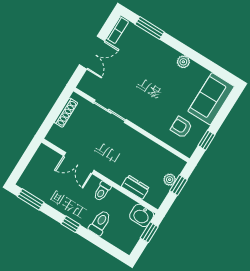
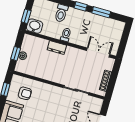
double door: (79, 163) -> (98, 52), moved
dresser: (135, 187) -> (57, 47), moved
window: (31, 199) -> (101, 12), moved

